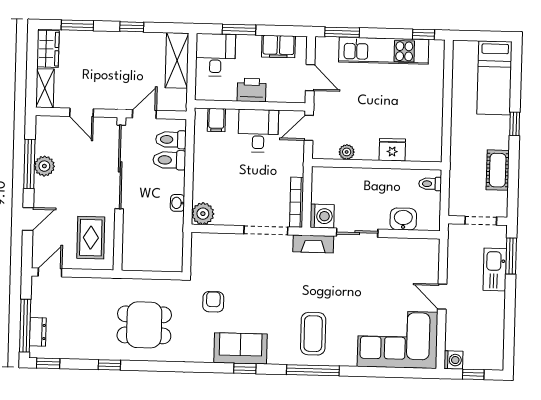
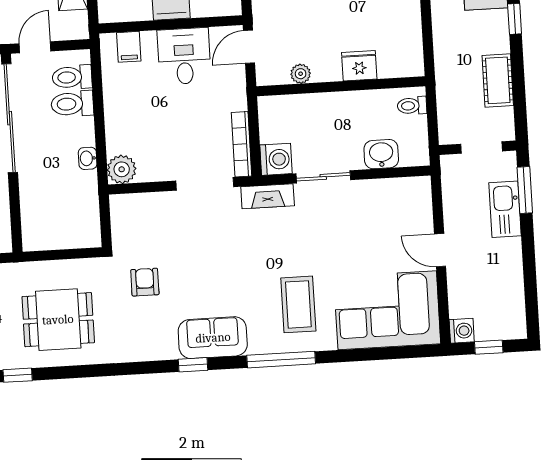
coffee table: (313, 334) -> (298, 304), moved
sofa: (241, 348) -> (213, 338), moved

